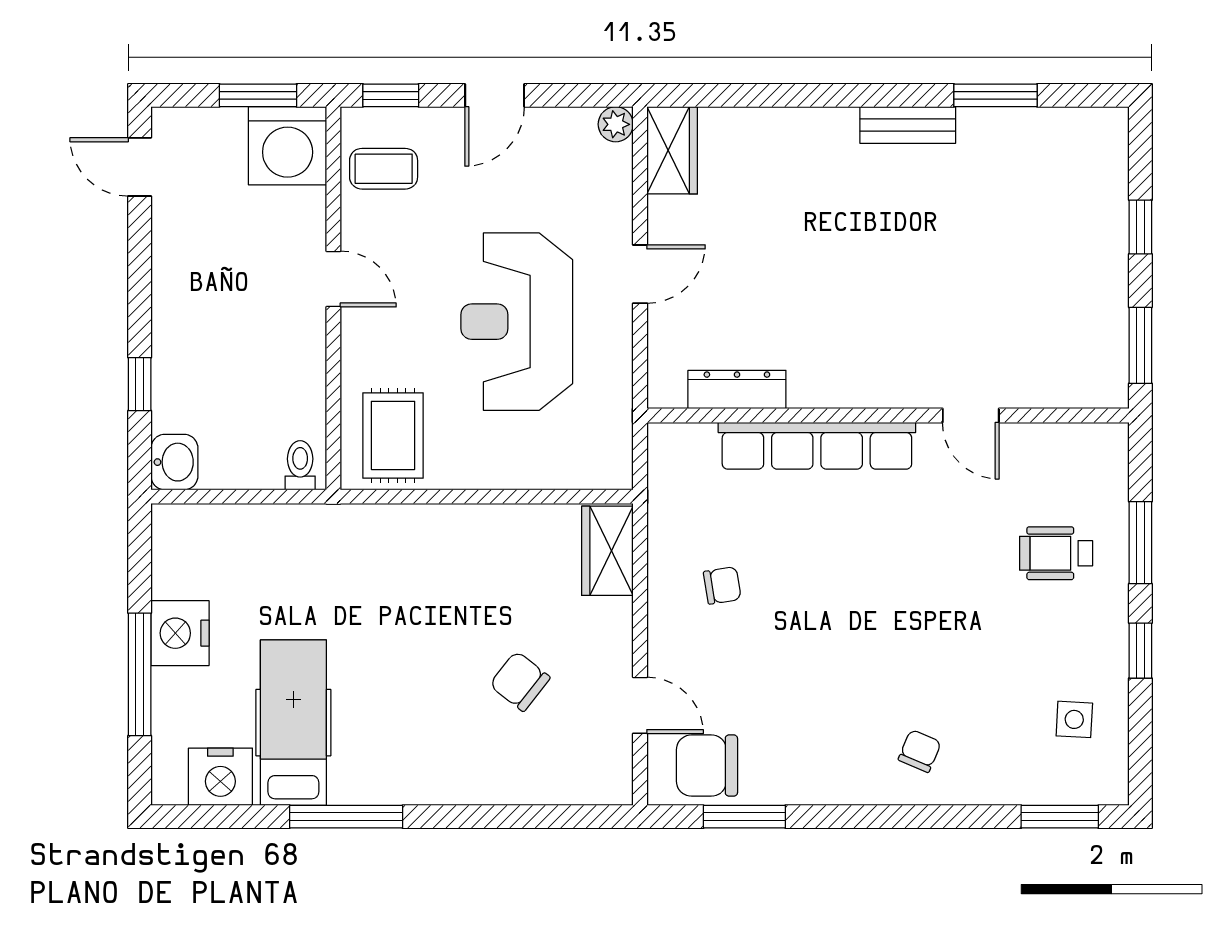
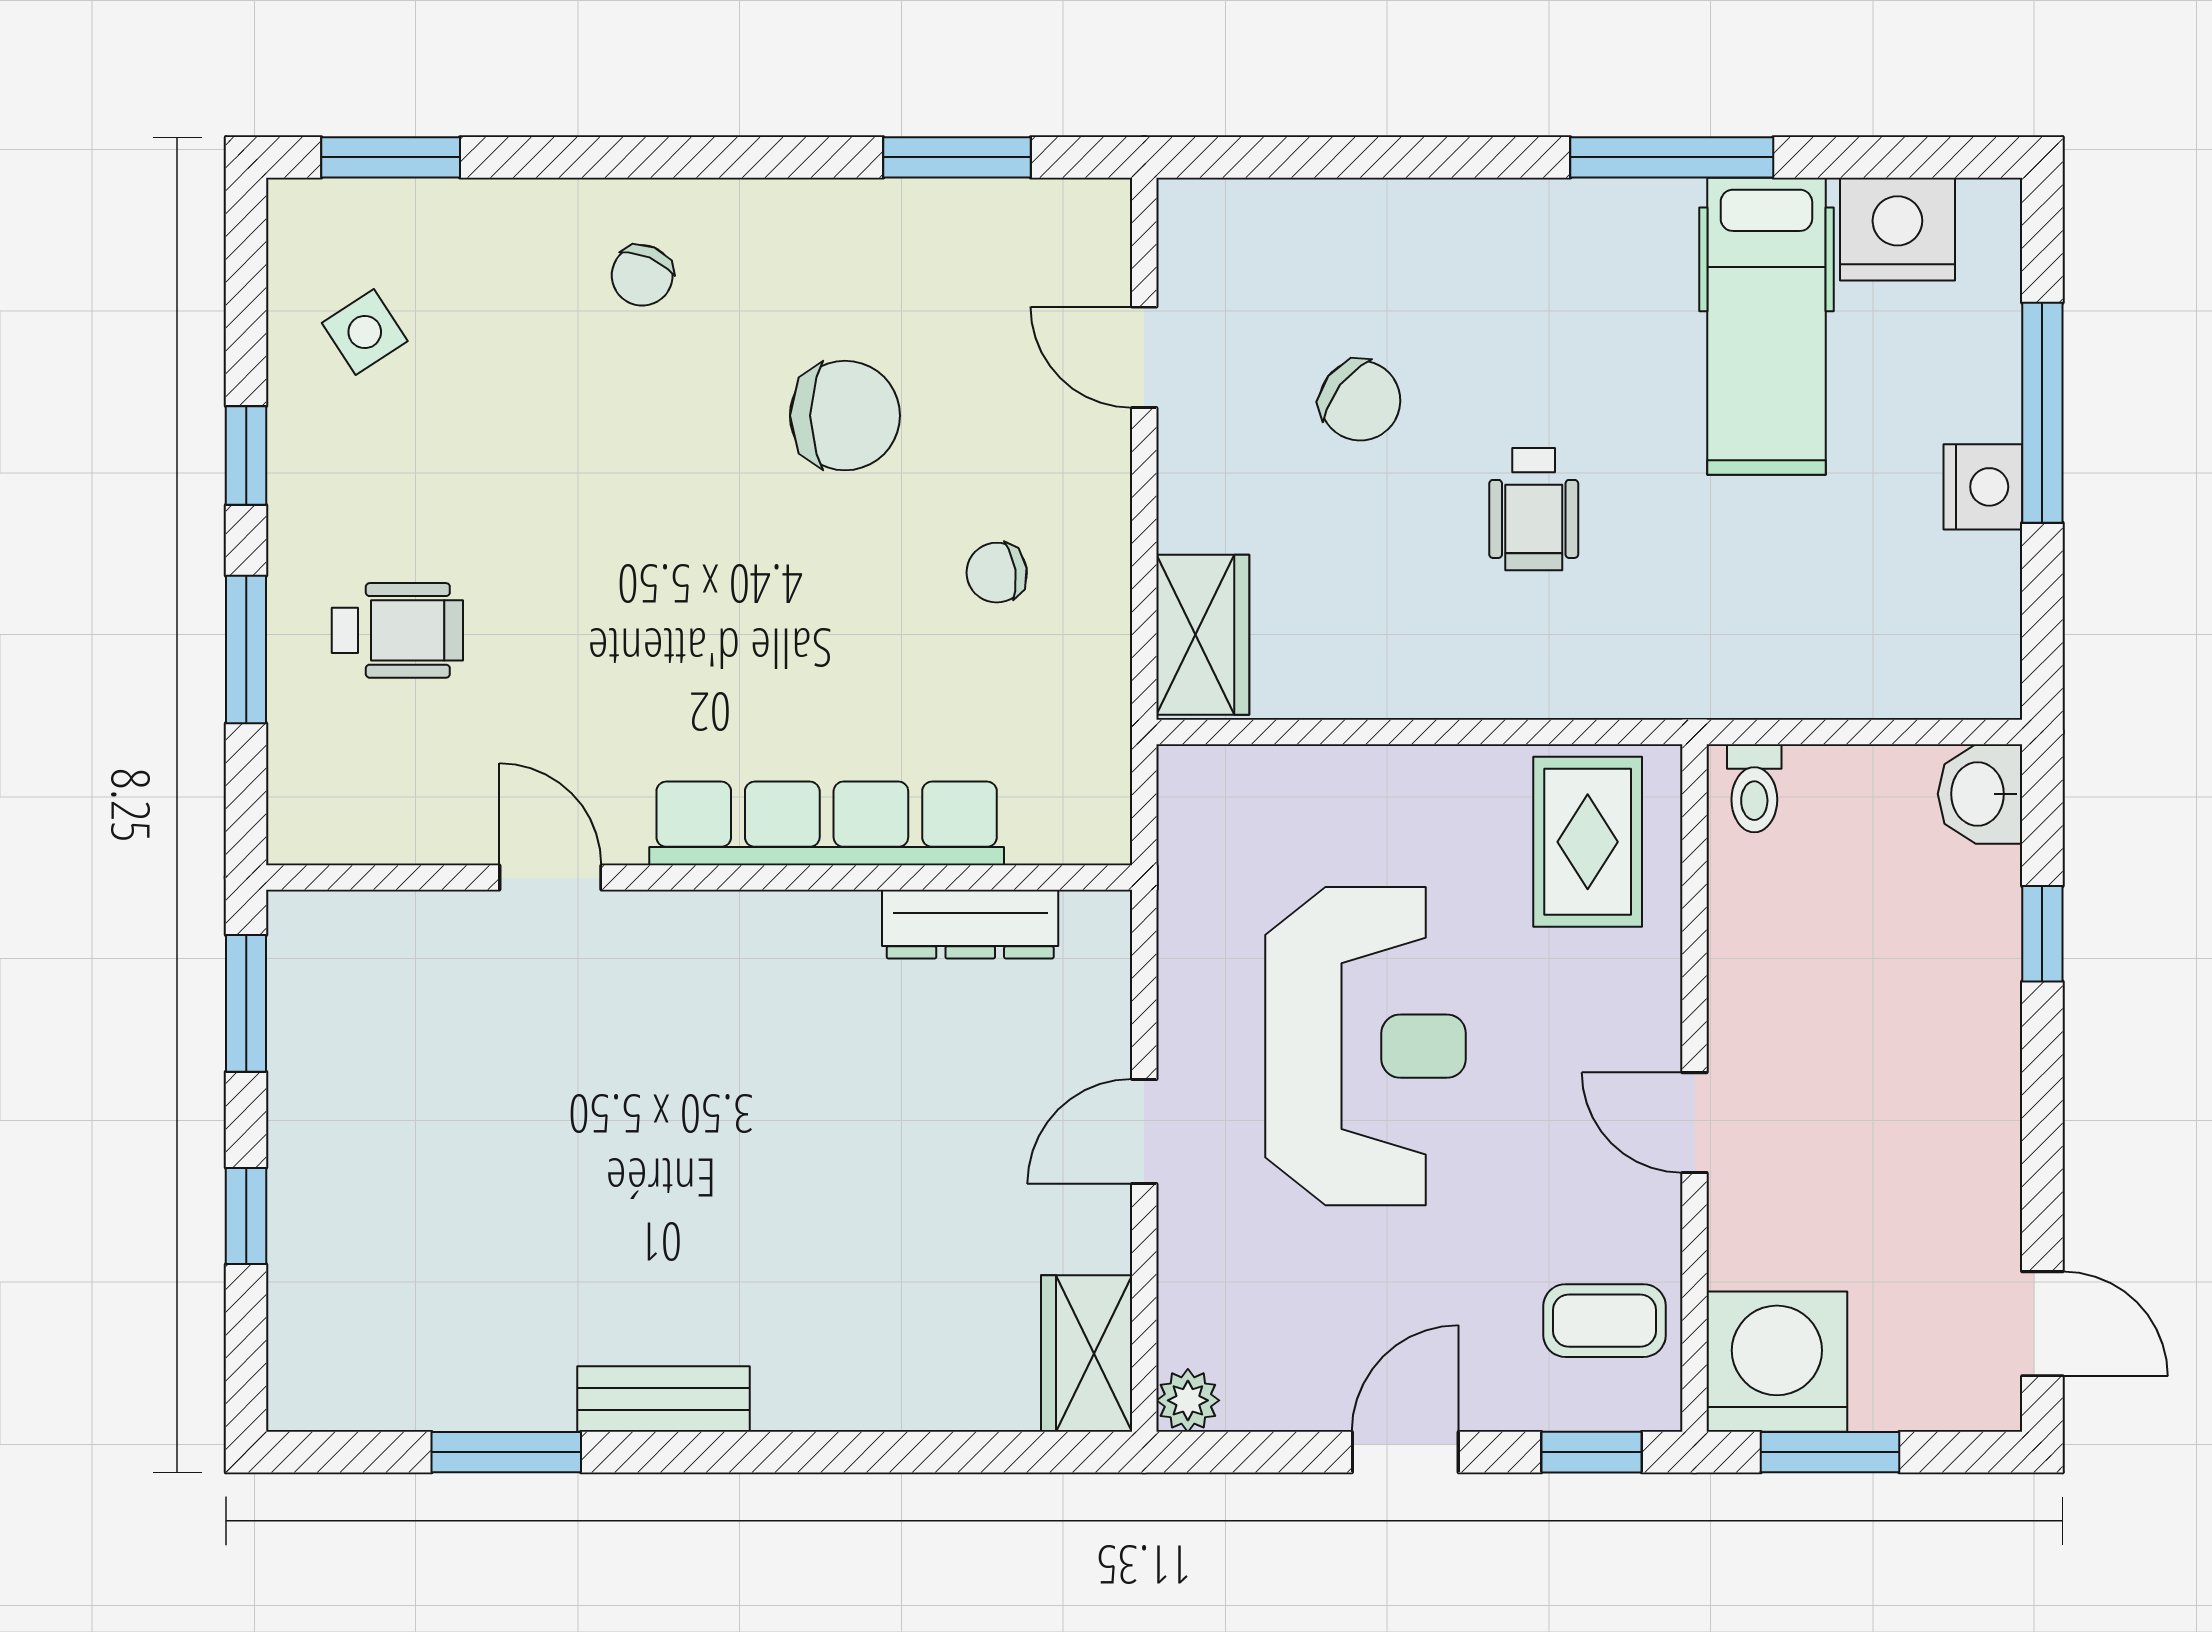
wheelchair: (423, 621) -> (1534, 509), added
nightstand: (180, 633) -> (1983, 487), width x0.74, depth x0.75
side table: (1074, 719) -> (365, 332), turned -36
chair: (707, 766) -> (845, 416), moved

